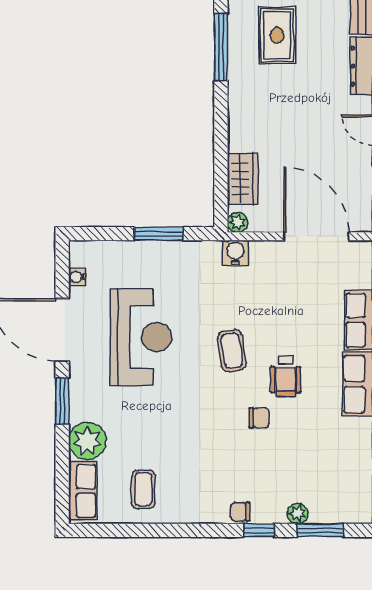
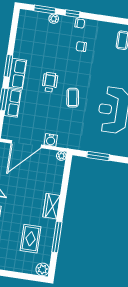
wardrobe: (243, 179) -> (51, 206), moved
door: (316, 236) -> (26, 144), hinge flipped
water cooler: (235, 253) -> (51, 140), moved
chair: (259, 418) -> (81, 47), moved

